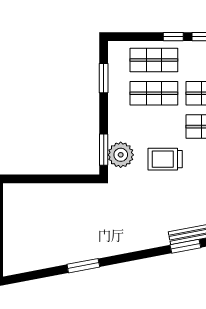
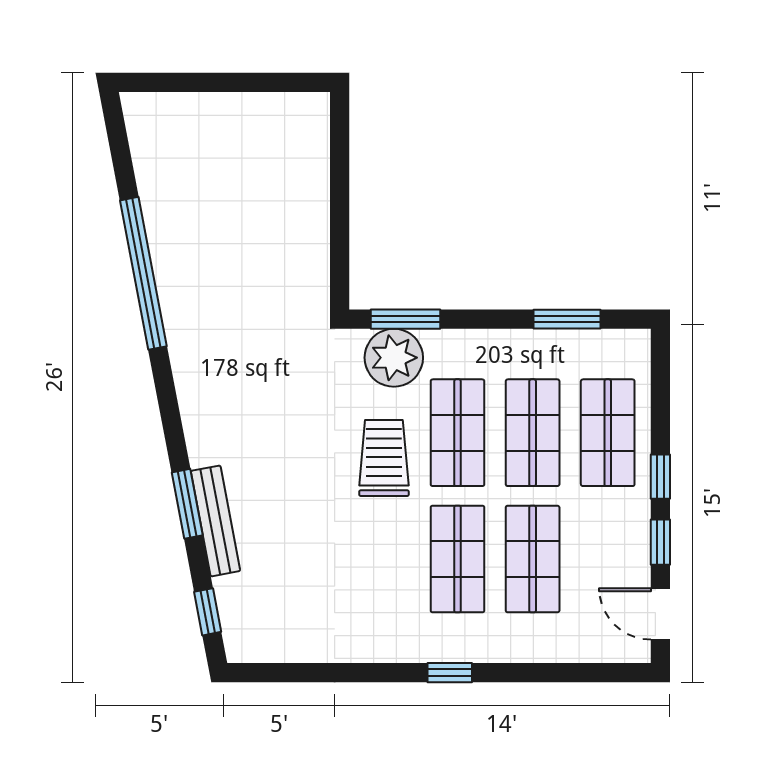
shop shelf: (154, 127) -> (458, 433), added
window: (83, 266) -> (143, 273), width x2.11

